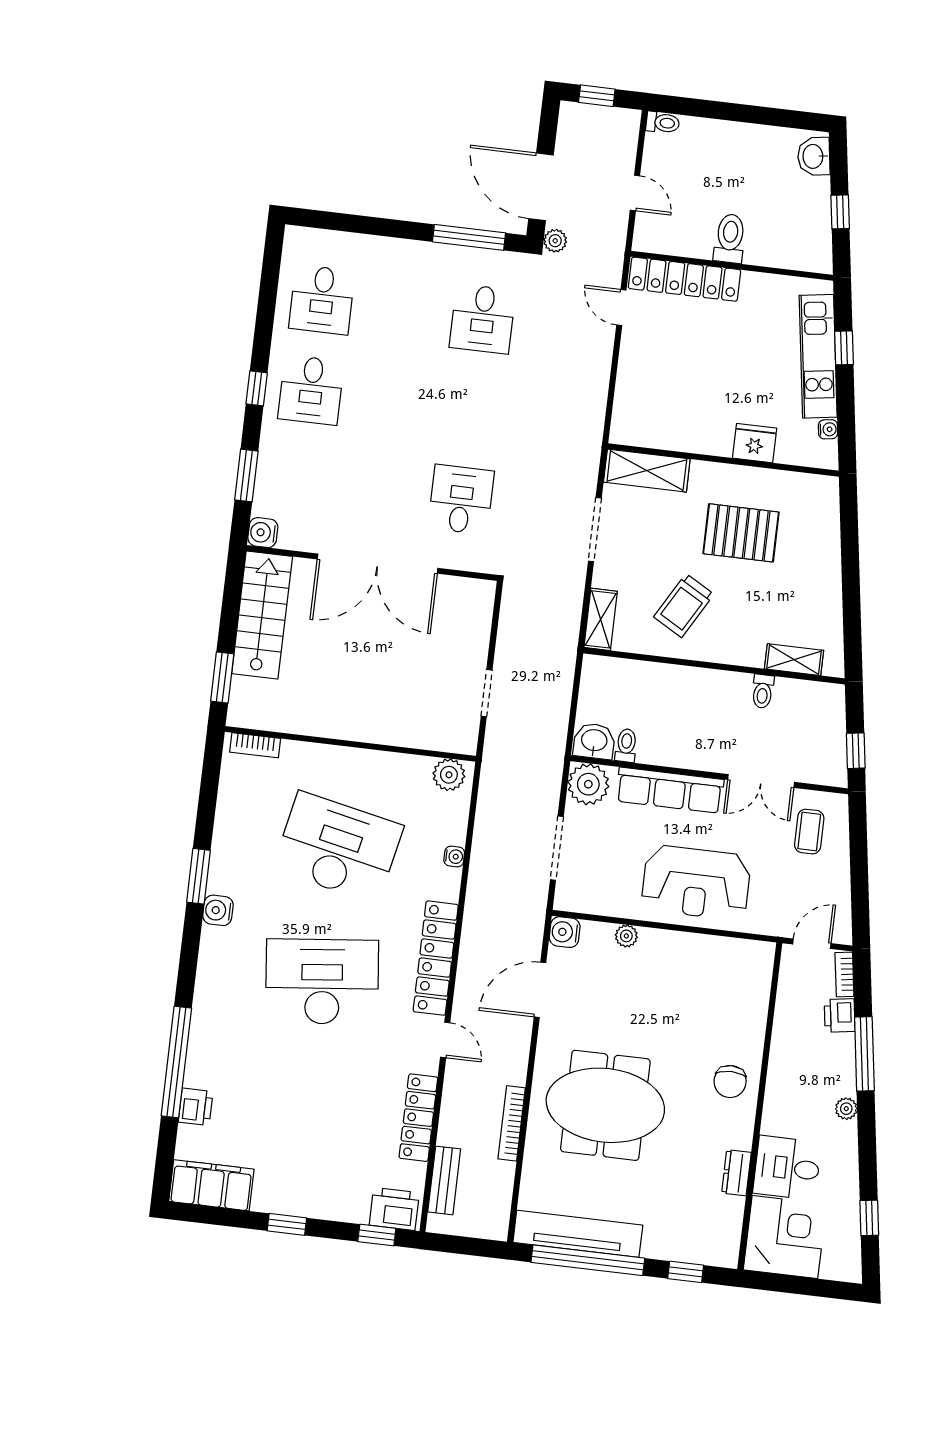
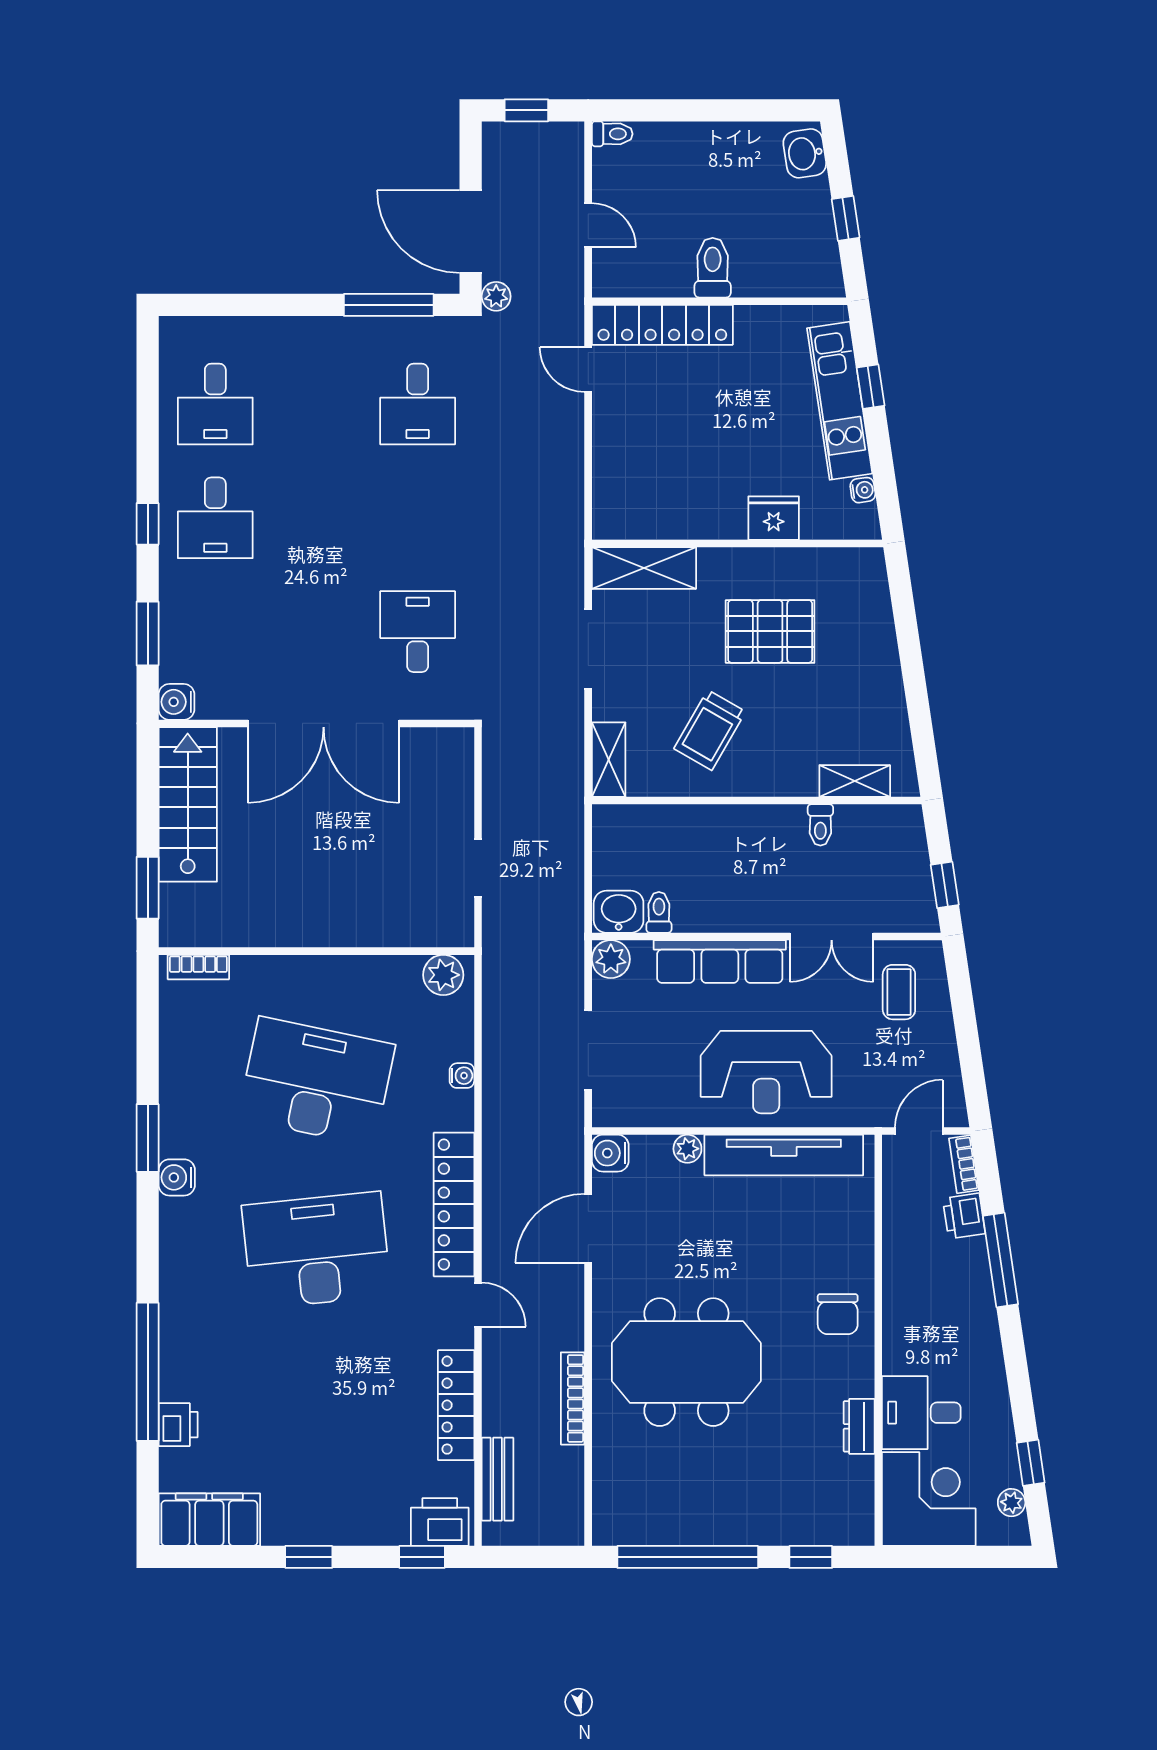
plant: (588, 784) -> (611, 959), width x0.73, depth x0.73
plant: (846, 1109) -> (1012, 1503), moved
tv unit: (578, 1234) -> (784, 1155), moved, turned 180

